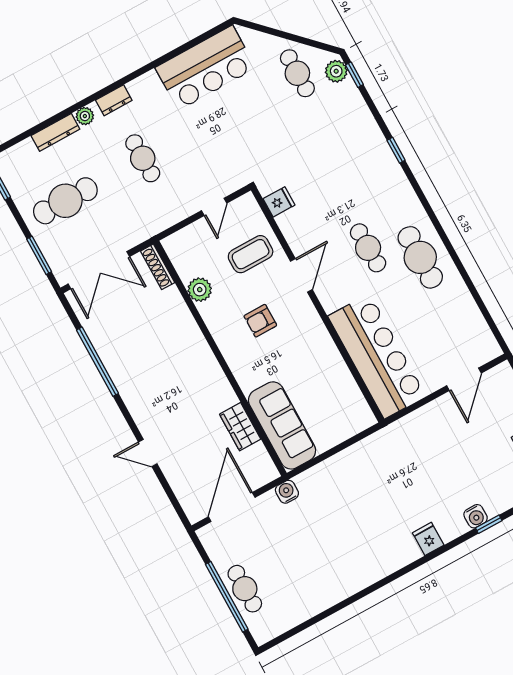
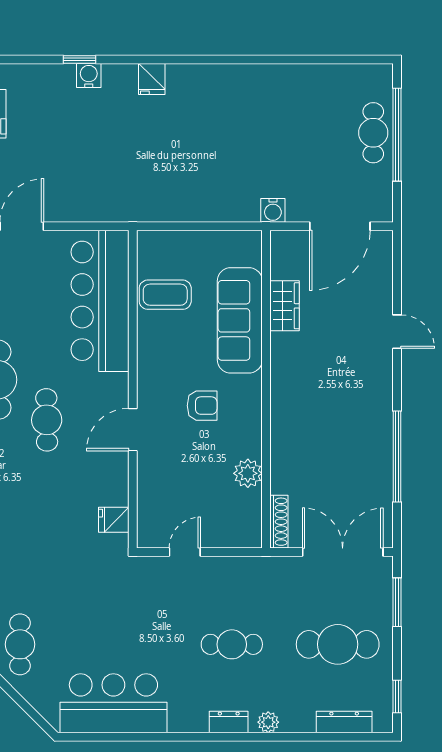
dresser: (55, 132) -> (344, 722), moved
cafe table: (143, 158) -> (232, 644), turned 90
coffee table: (251, 254) -> (165, 295), moved
sofa: (282, 425) -> (240, 320), moved

